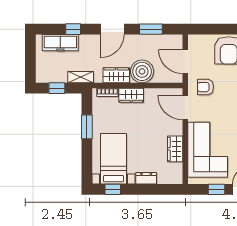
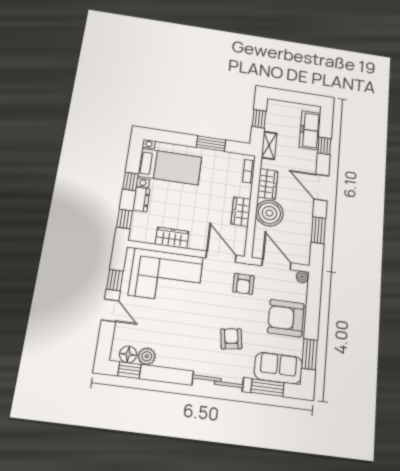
plant: (193, 40) -> (302, 277), added
door: (185, 62) -> (276, 264), hinge flipped
armchair: (205, 87) -> (243, 284), turned 180
wardrobe: (131, 95) -> (241, 212), moved
door: (185, 108) -> (221, 257), hinge flipped
window: (113, 189) -> (130, 181), moved
window: (165, 189) -> (124, 219), added

